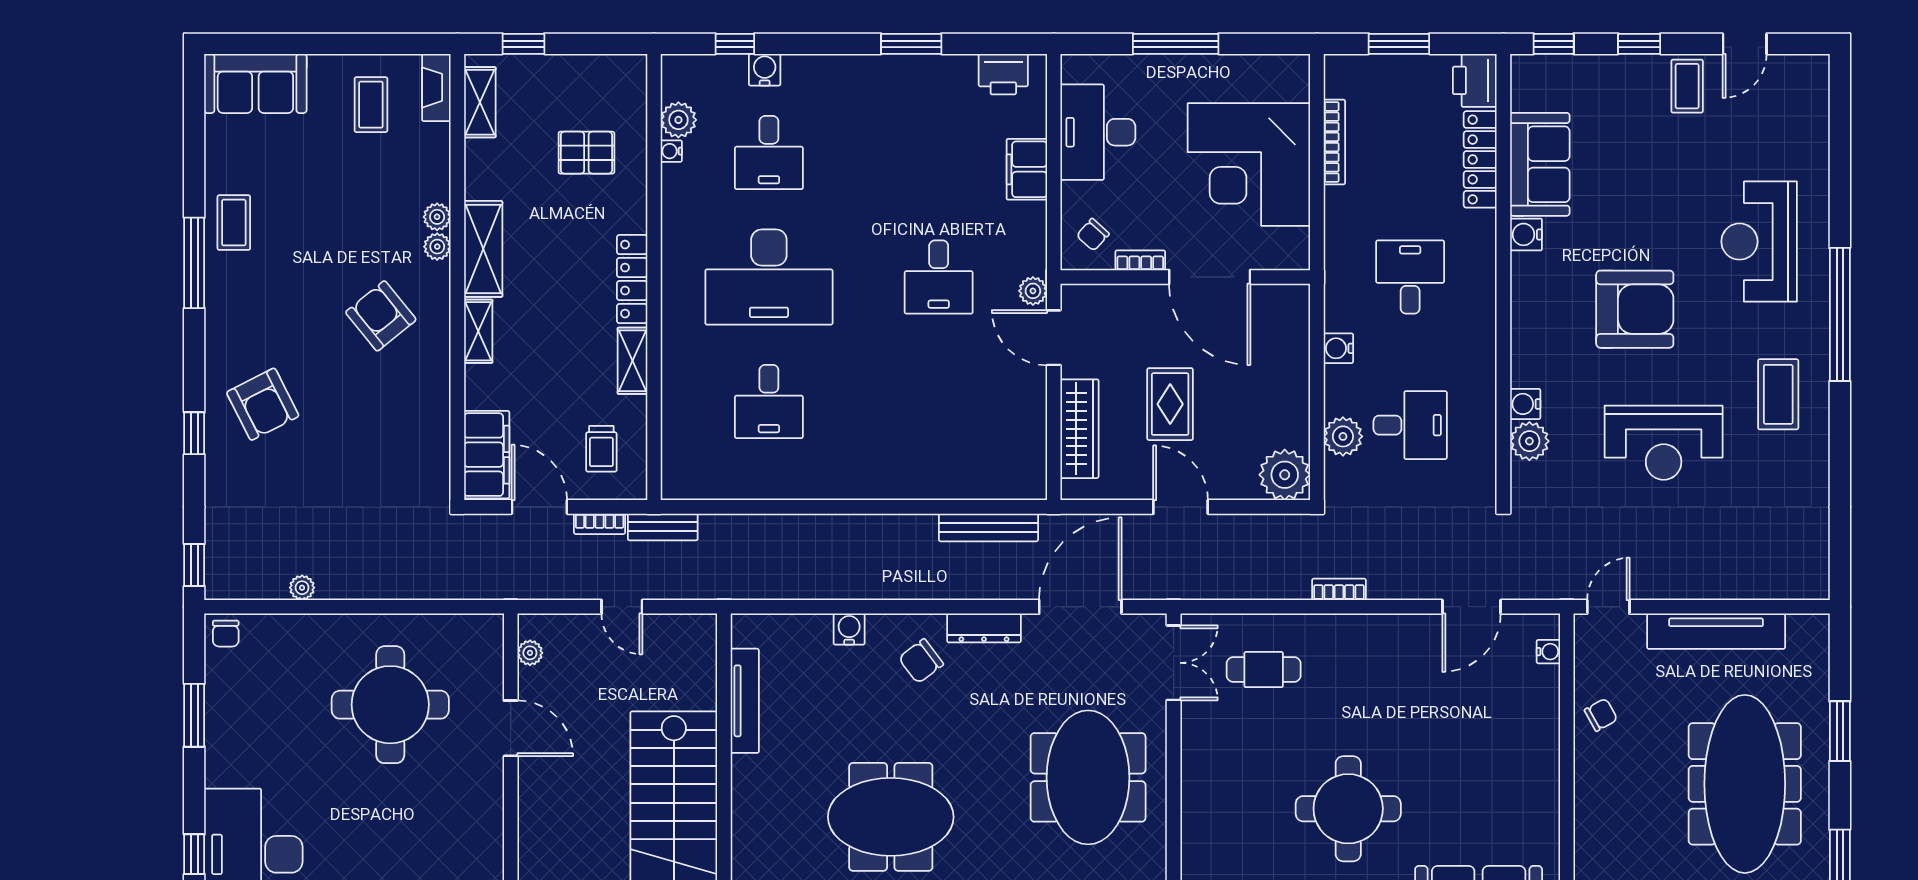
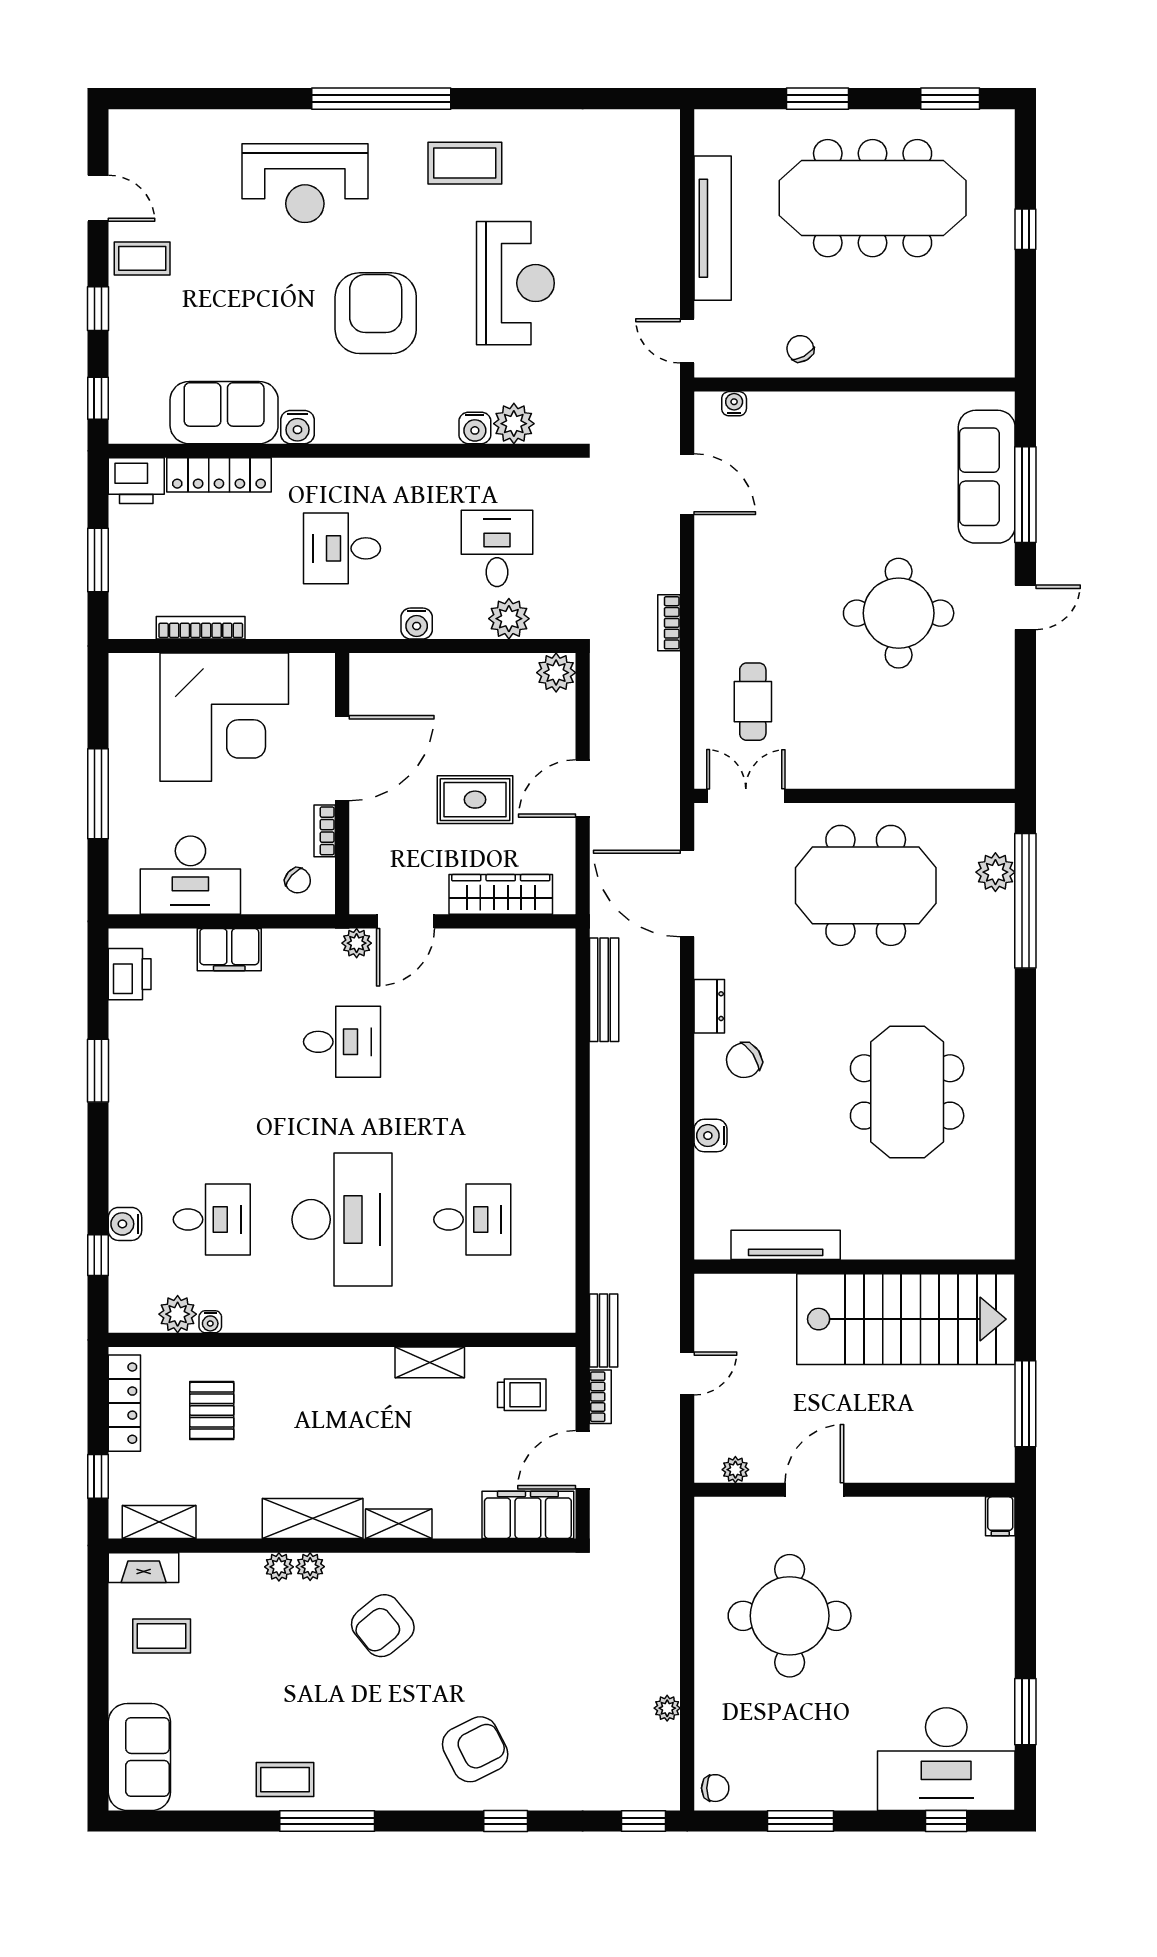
locker: (632, 279) -> (124, 1403), moved, turned -90
plant: (1285, 475) -> (556, 673), width x0.73, depth x0.73
dresser: (984, 628) -> (709, 1006), width x0.70
chair: (921, 661) -> (744, 1060), turned 93

